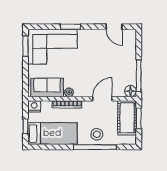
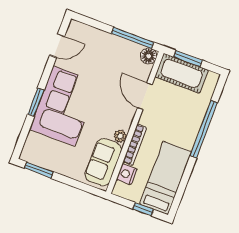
corner sofa: (52, 47) -> (64, 106), moved
nightstand: (34, 106) -> (127, 174), moved
stool: (97, 134) -> (188, 121), removed

